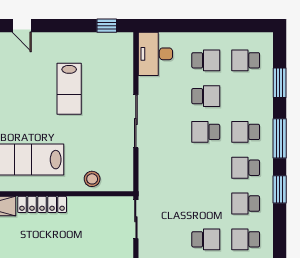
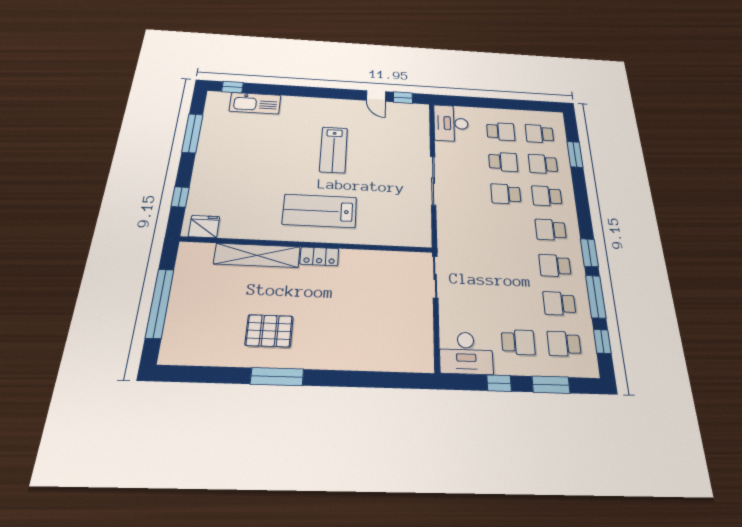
door: (22, 26) -> (376, 96), moved
lab bench: (69, 89) -> (334, 150), moved
window: (280, 138) -> (596, 297), moved
stool: (92, 179) -> (386, 233), removed
locker: (42, 204) -> (319, 256), width x0.66
school desk: (206, 239) -> (543, 164), moved, turned 180

